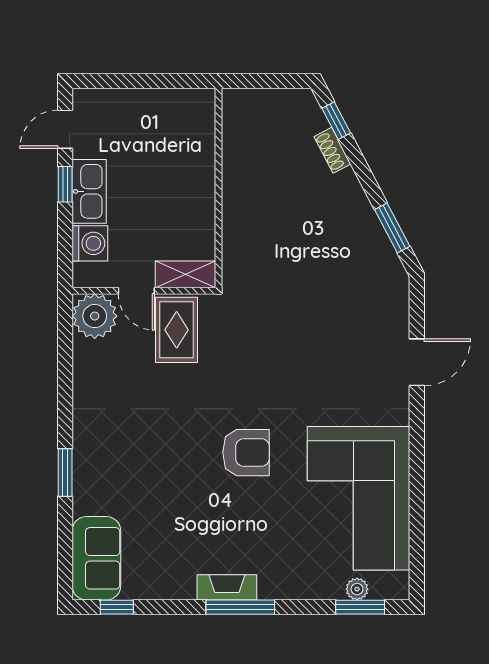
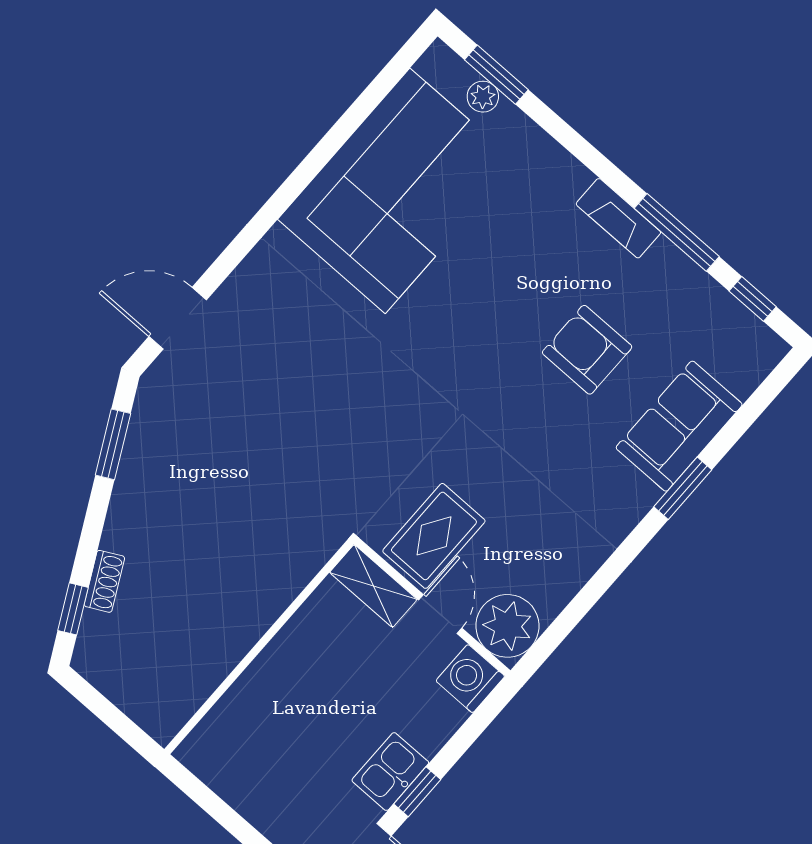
kitchen sink: (89, 191) -> (390, 772), width x0.73
washing machine: (90, 243) -> (470, 679), moved
door: (417, 362) -> (178, 318), moved
armchair: (246, 453) -> (587, 350), moved
sofa: (96, 558) -> (679, 426), moved
window: (240, 607) -> (677, 232), moved

